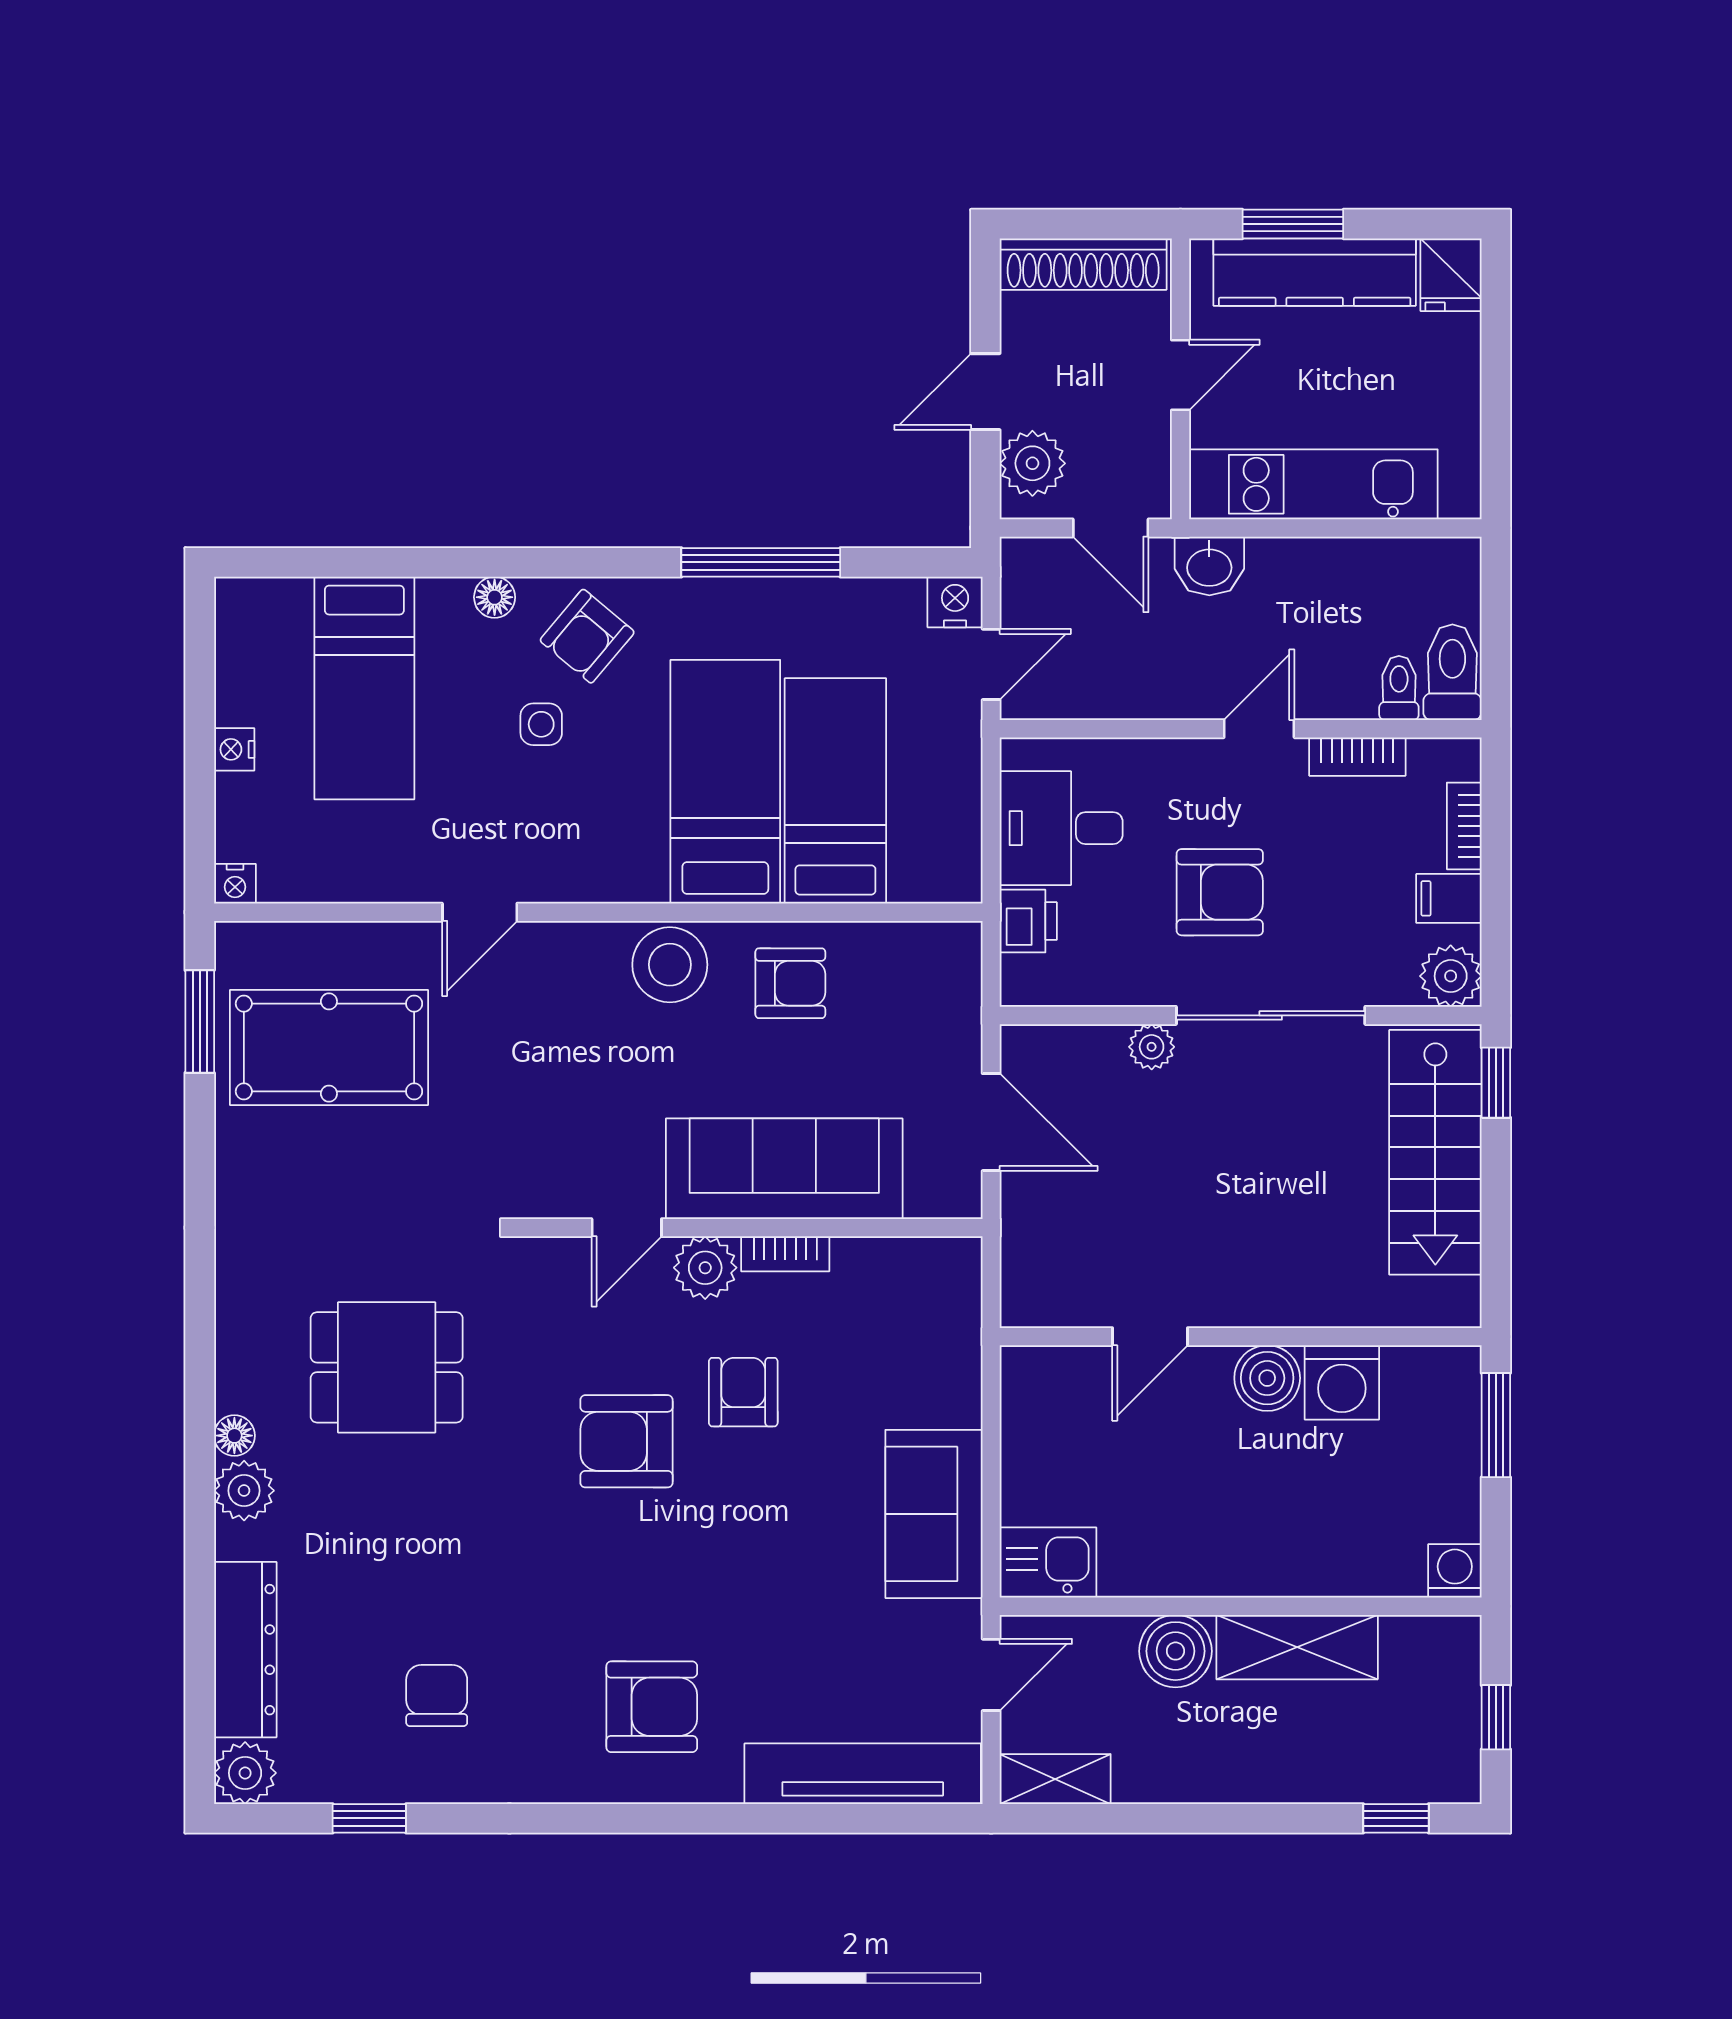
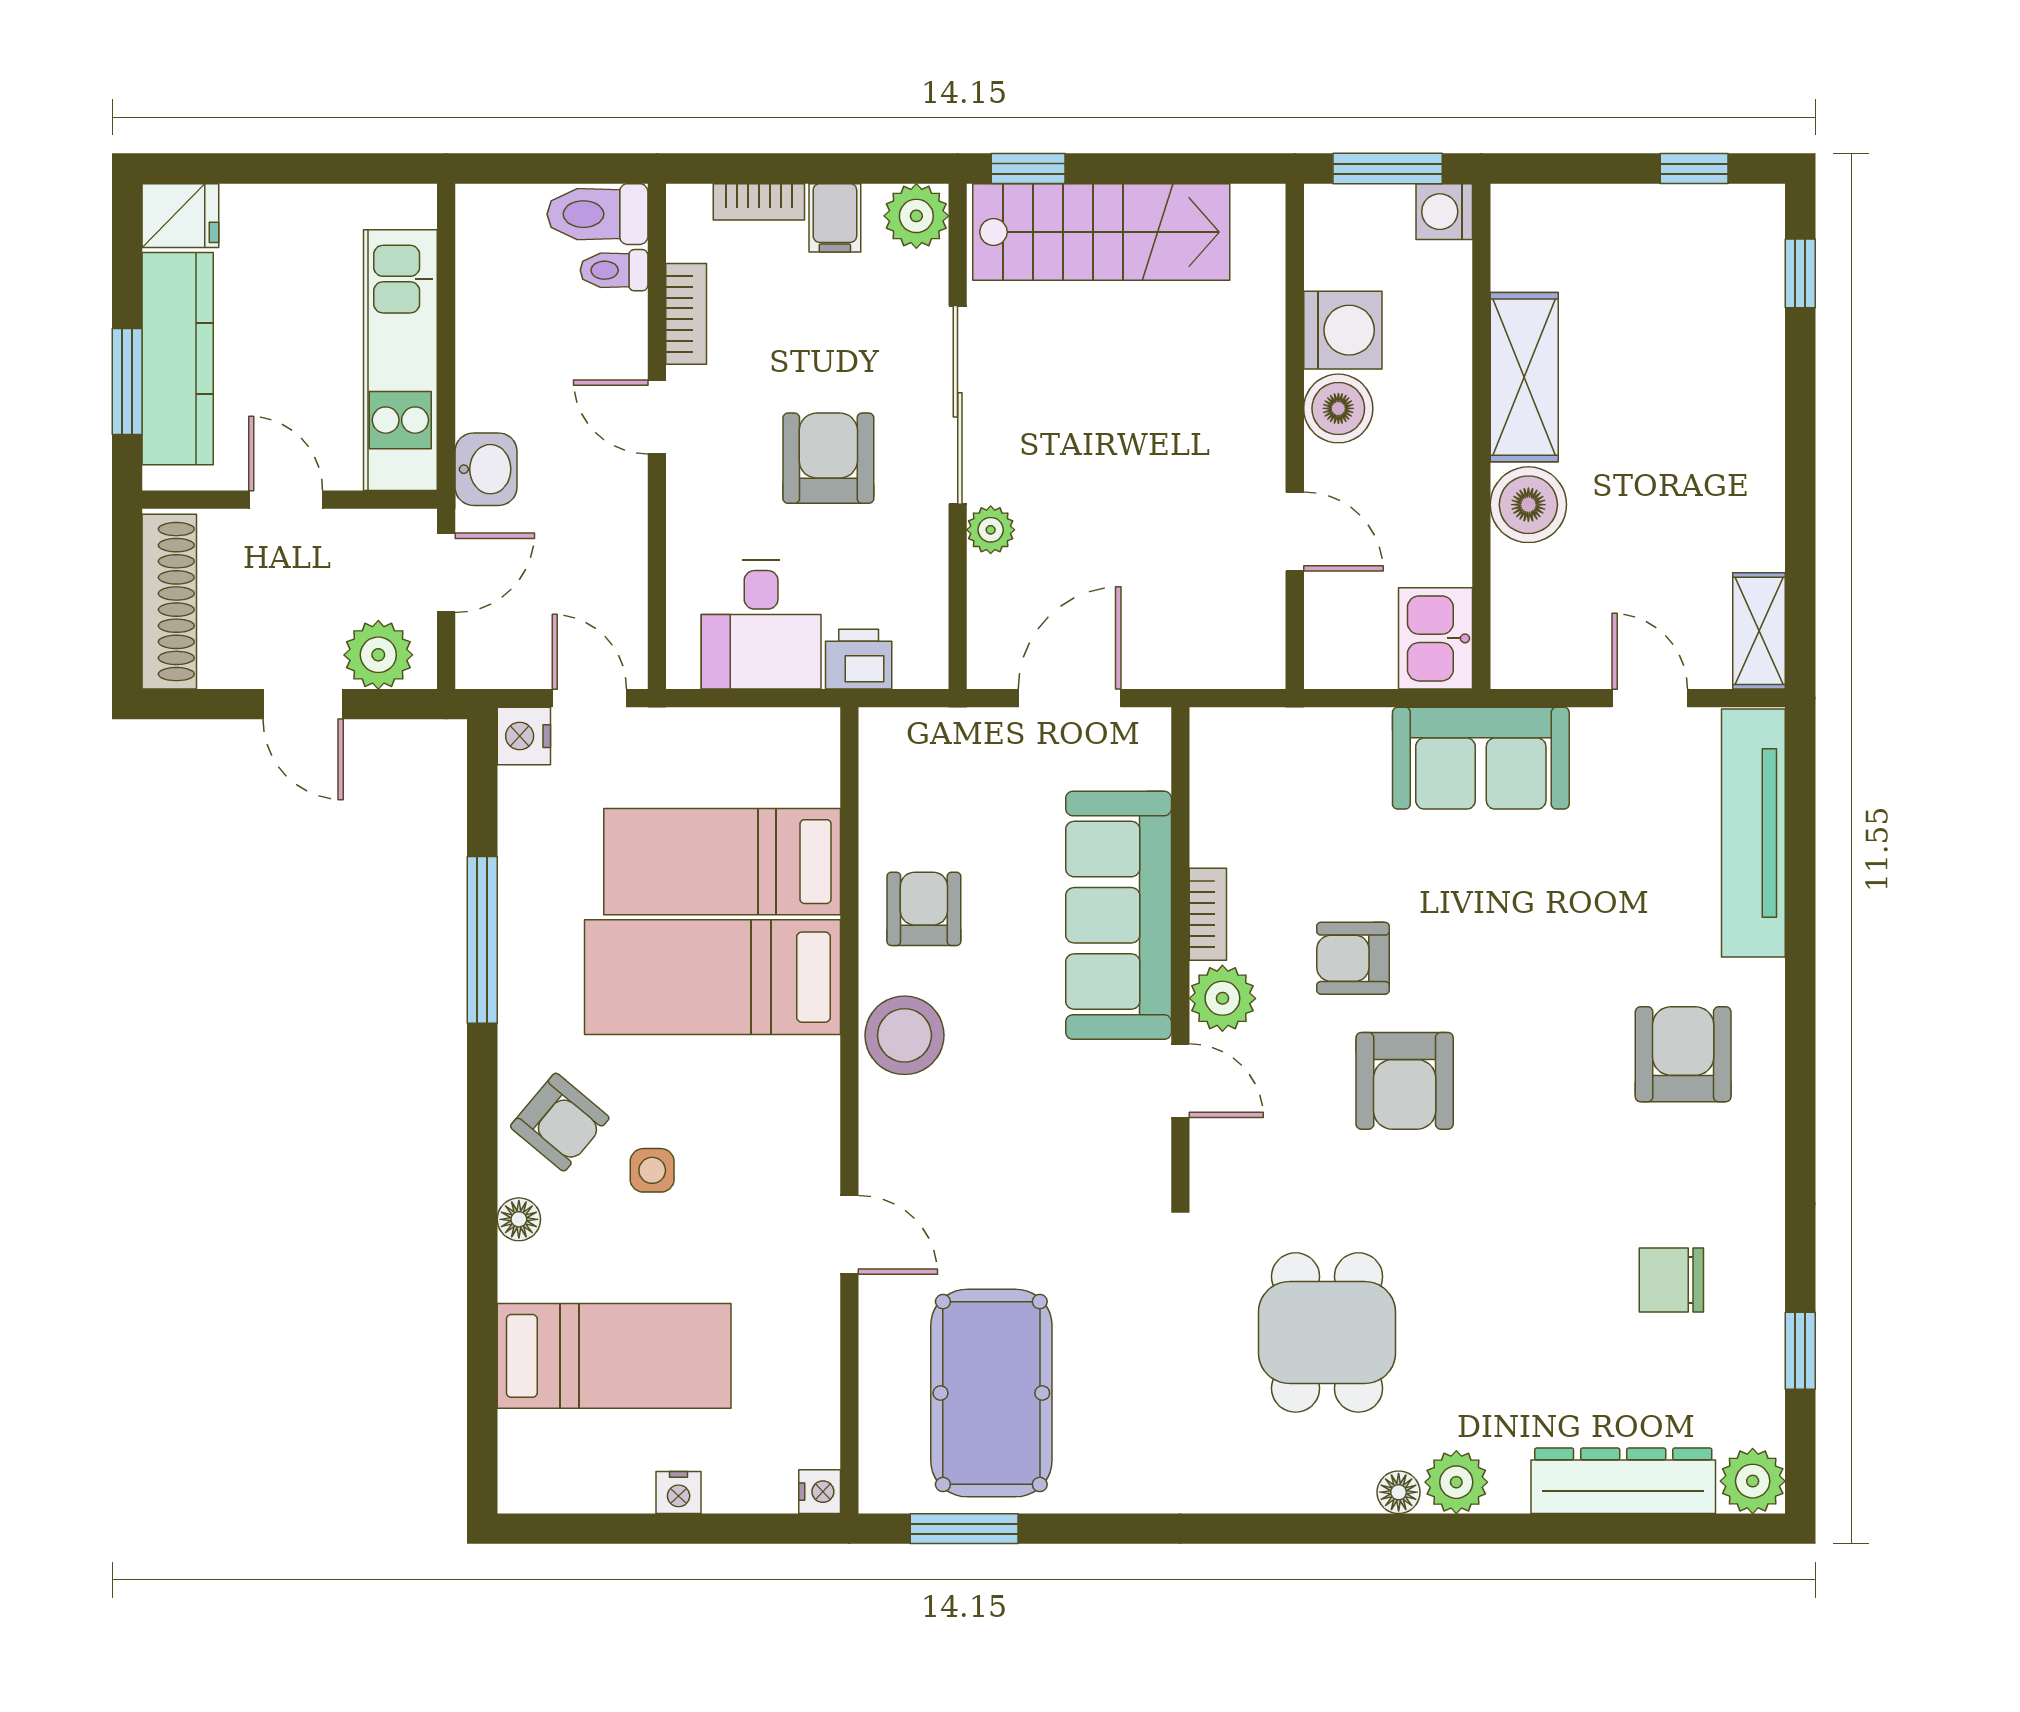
kitchen sink: (1048, 1563) -> (1436, 638), moved
washing machine: (1455, 1571) -> (1444, 212), moved
wall: (1241, 1606) -> (1481, 436), moved
shelving: (1297, 1647) -> (1524, 377), moved
boiler: (1175, 1651) -> (1528, 505), moved

